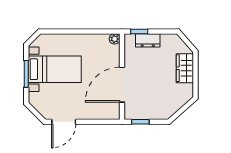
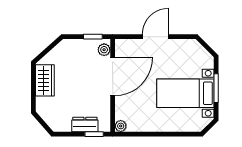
wardrobe: (185, 68) -> (45, 80), moved
plant: (130, 110) -> (104, 50), added
door: (64, 122) -> (156, 37), moved

